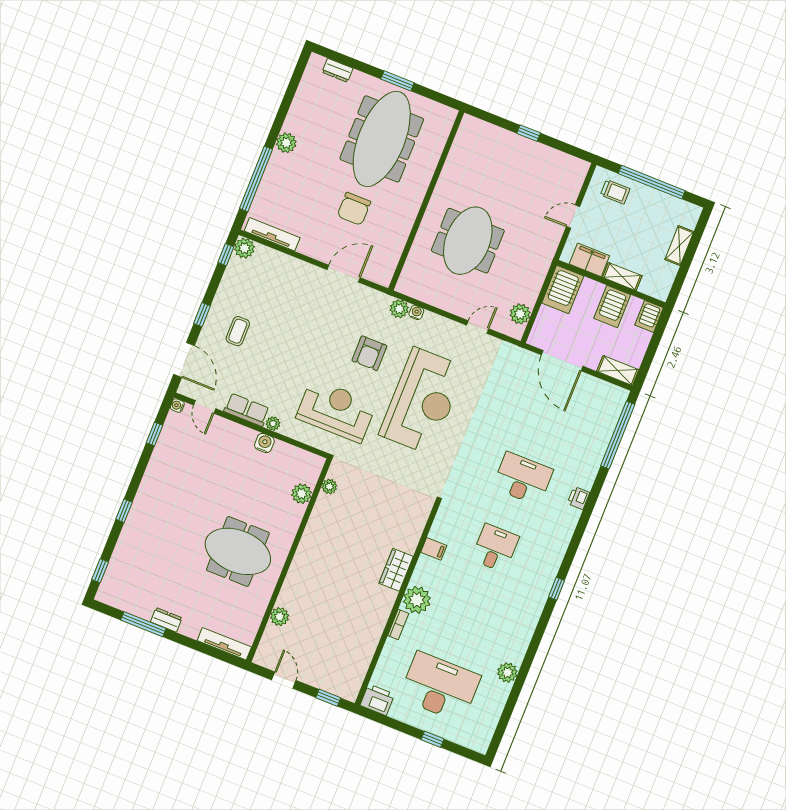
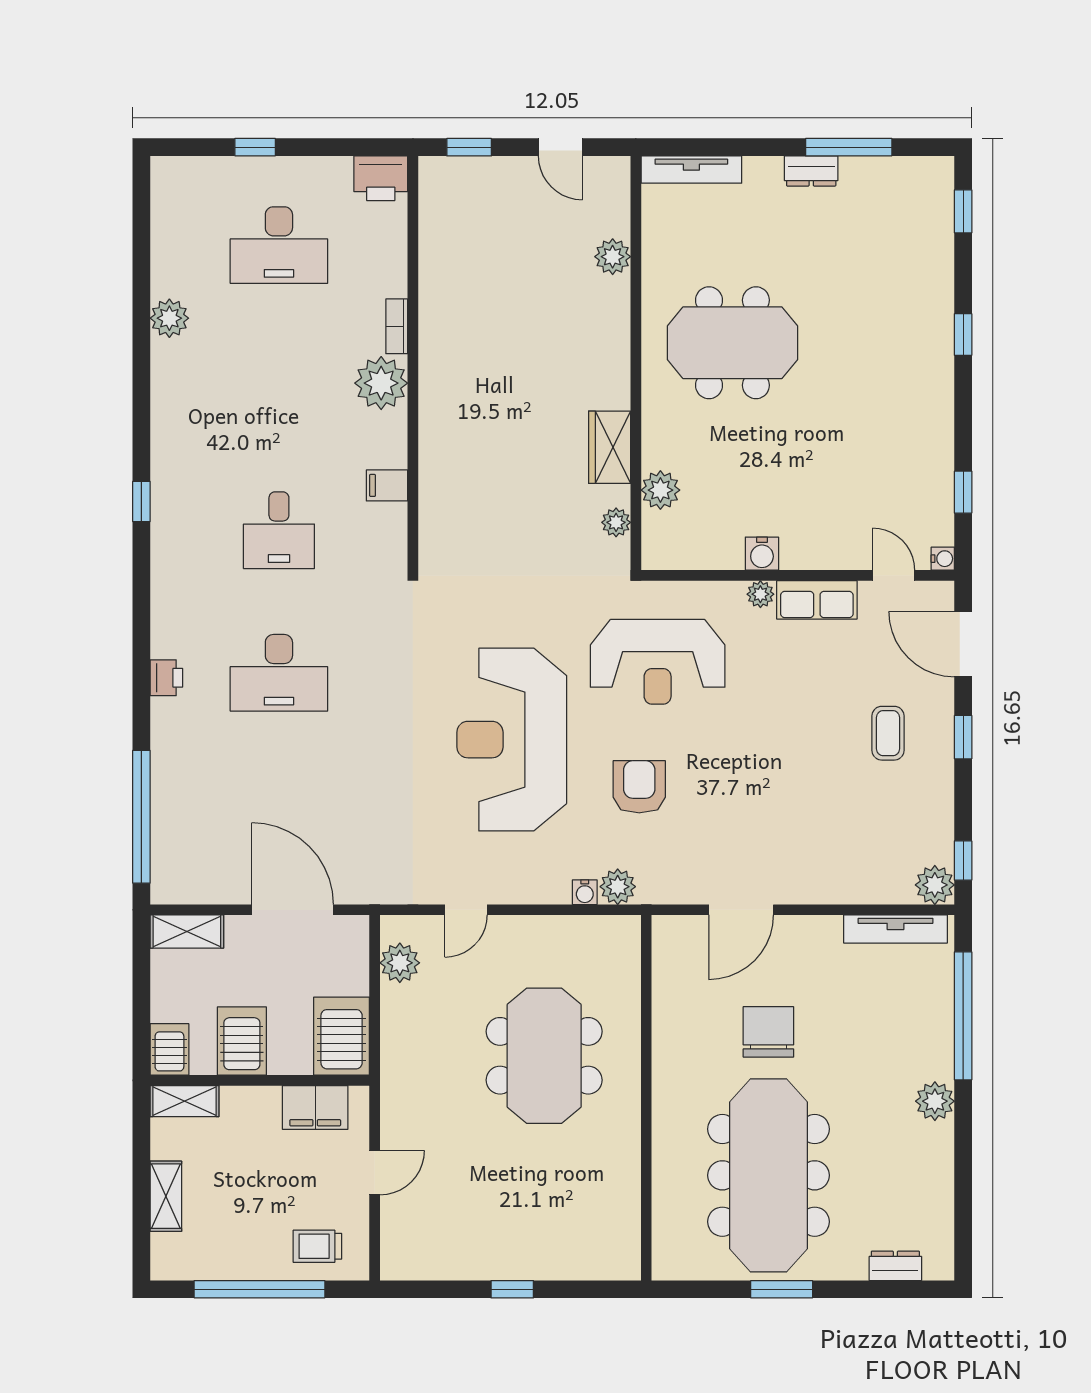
shelving: (622, 277) -> (185, 1101), moved
wardrobe: (396, 570) -> (610, 447), moved, turned 180
desk: (440, 687) -> (279, 245), width x0.73, depth x0.77

